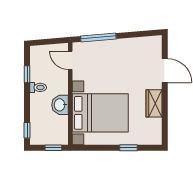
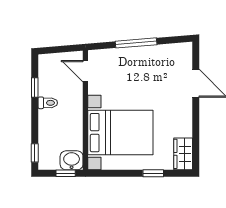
window: (98, 37) -> (136, 43), moved
wardrobe: (154, 103) -> (183, 154), moved
washbasin: (60, 105) -> (72, 160), moved, turned 90

